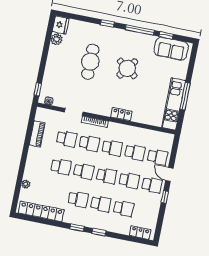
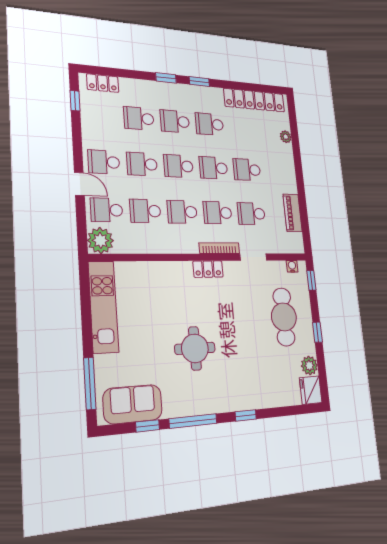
window: (44, 57) -> (317, 332), added
cafe table: (90, 62) -> (284, 317), moved
round table: (127, 68) -> (195, 348), turned -36
window: (185, 96) -> (90, 383), moved
locker: (121, 114) -> (208, 269), moved
plant: (166, 140) -> (100, 240), added
window: (165, 197) -> (75, 101), moved

